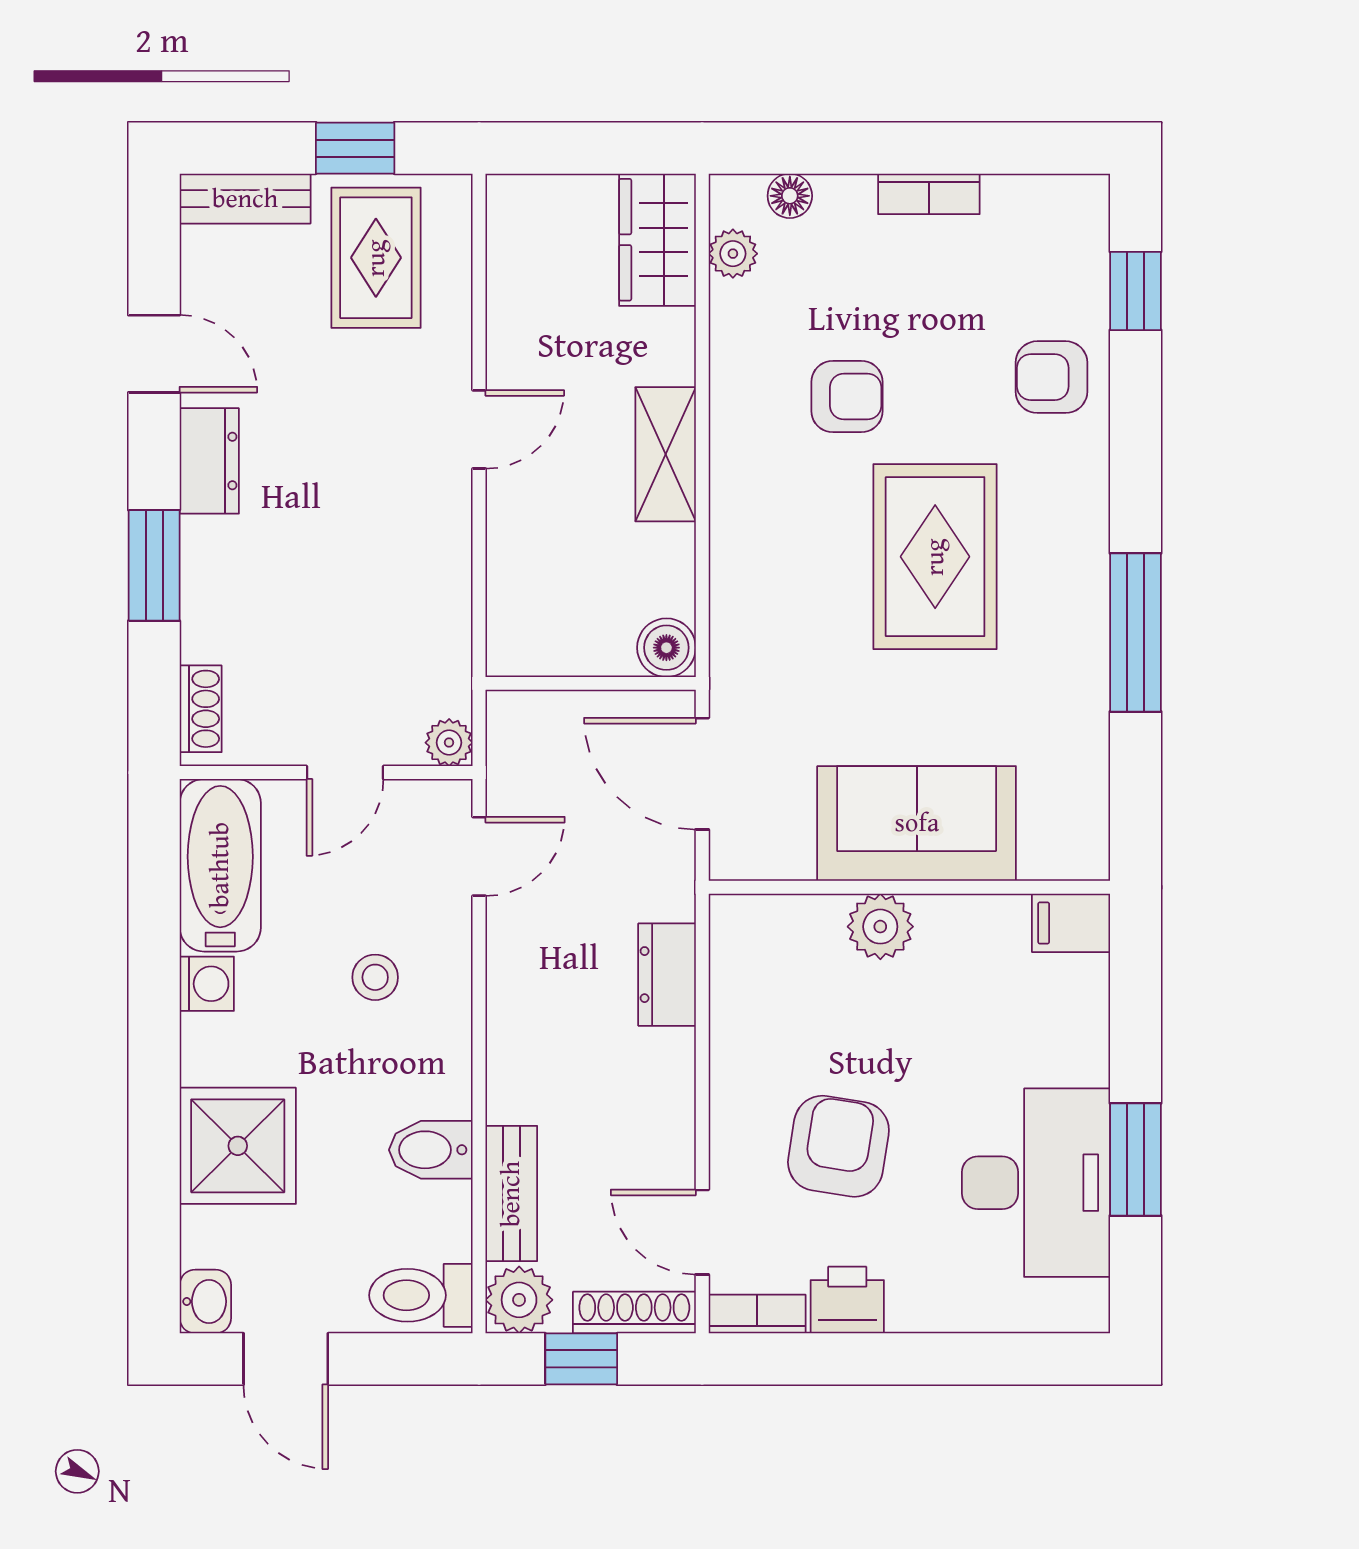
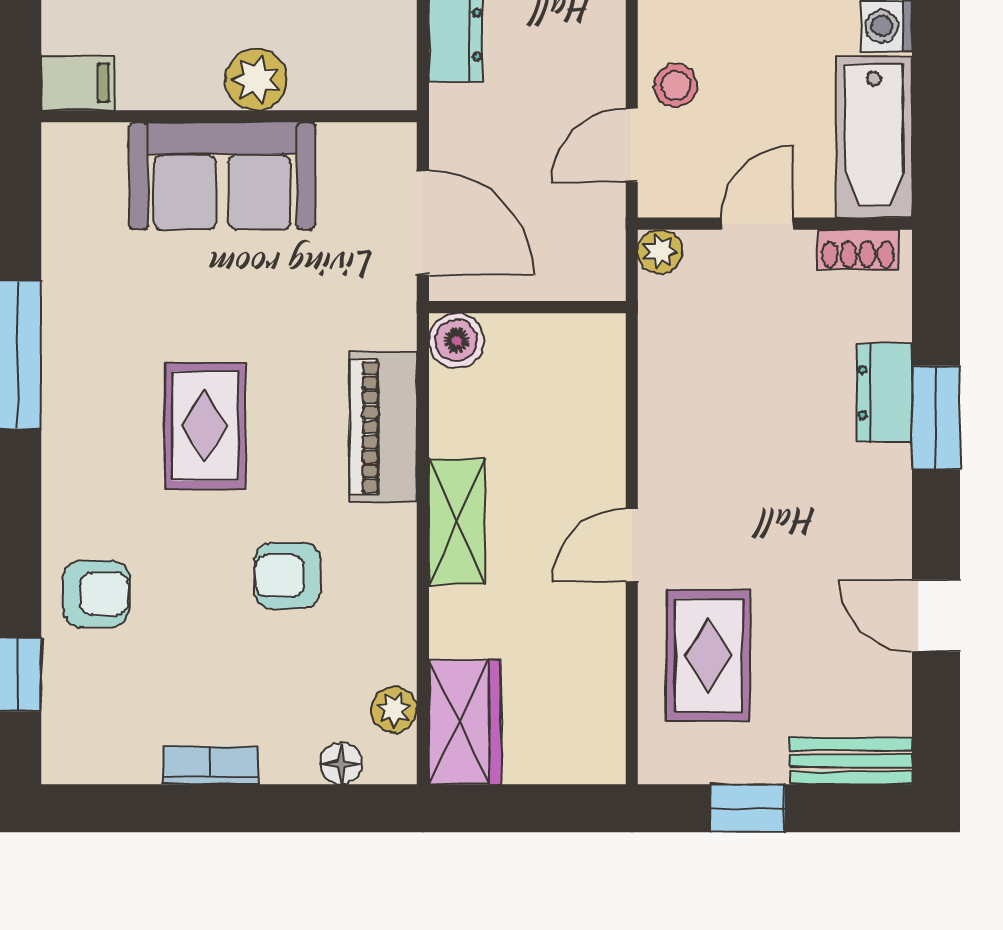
rug: (376, 258) -> (708, 655), moved
dresser: (209, 461) -> (884, 393), moved
piano: (745, 555) -> (383, 427), added
rug: (935, 557) -> (205, 426), width x0.73, depth x0.70
shoe rack: (201, 709) -> (858, 249), moved, turned -90
stool: (375, 977) -> (676, 85), moved

